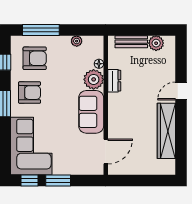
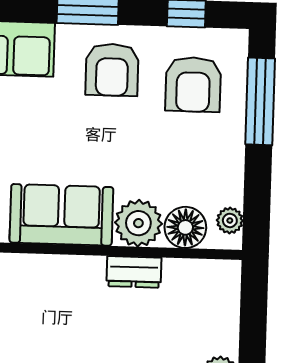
plant: (77, 41) -> (230, 220), moved
bench: (131, 42) -> (225, 316), removed
floor lamp: (99, 64) -> (185, 227), width x1.89, depth x1.89

